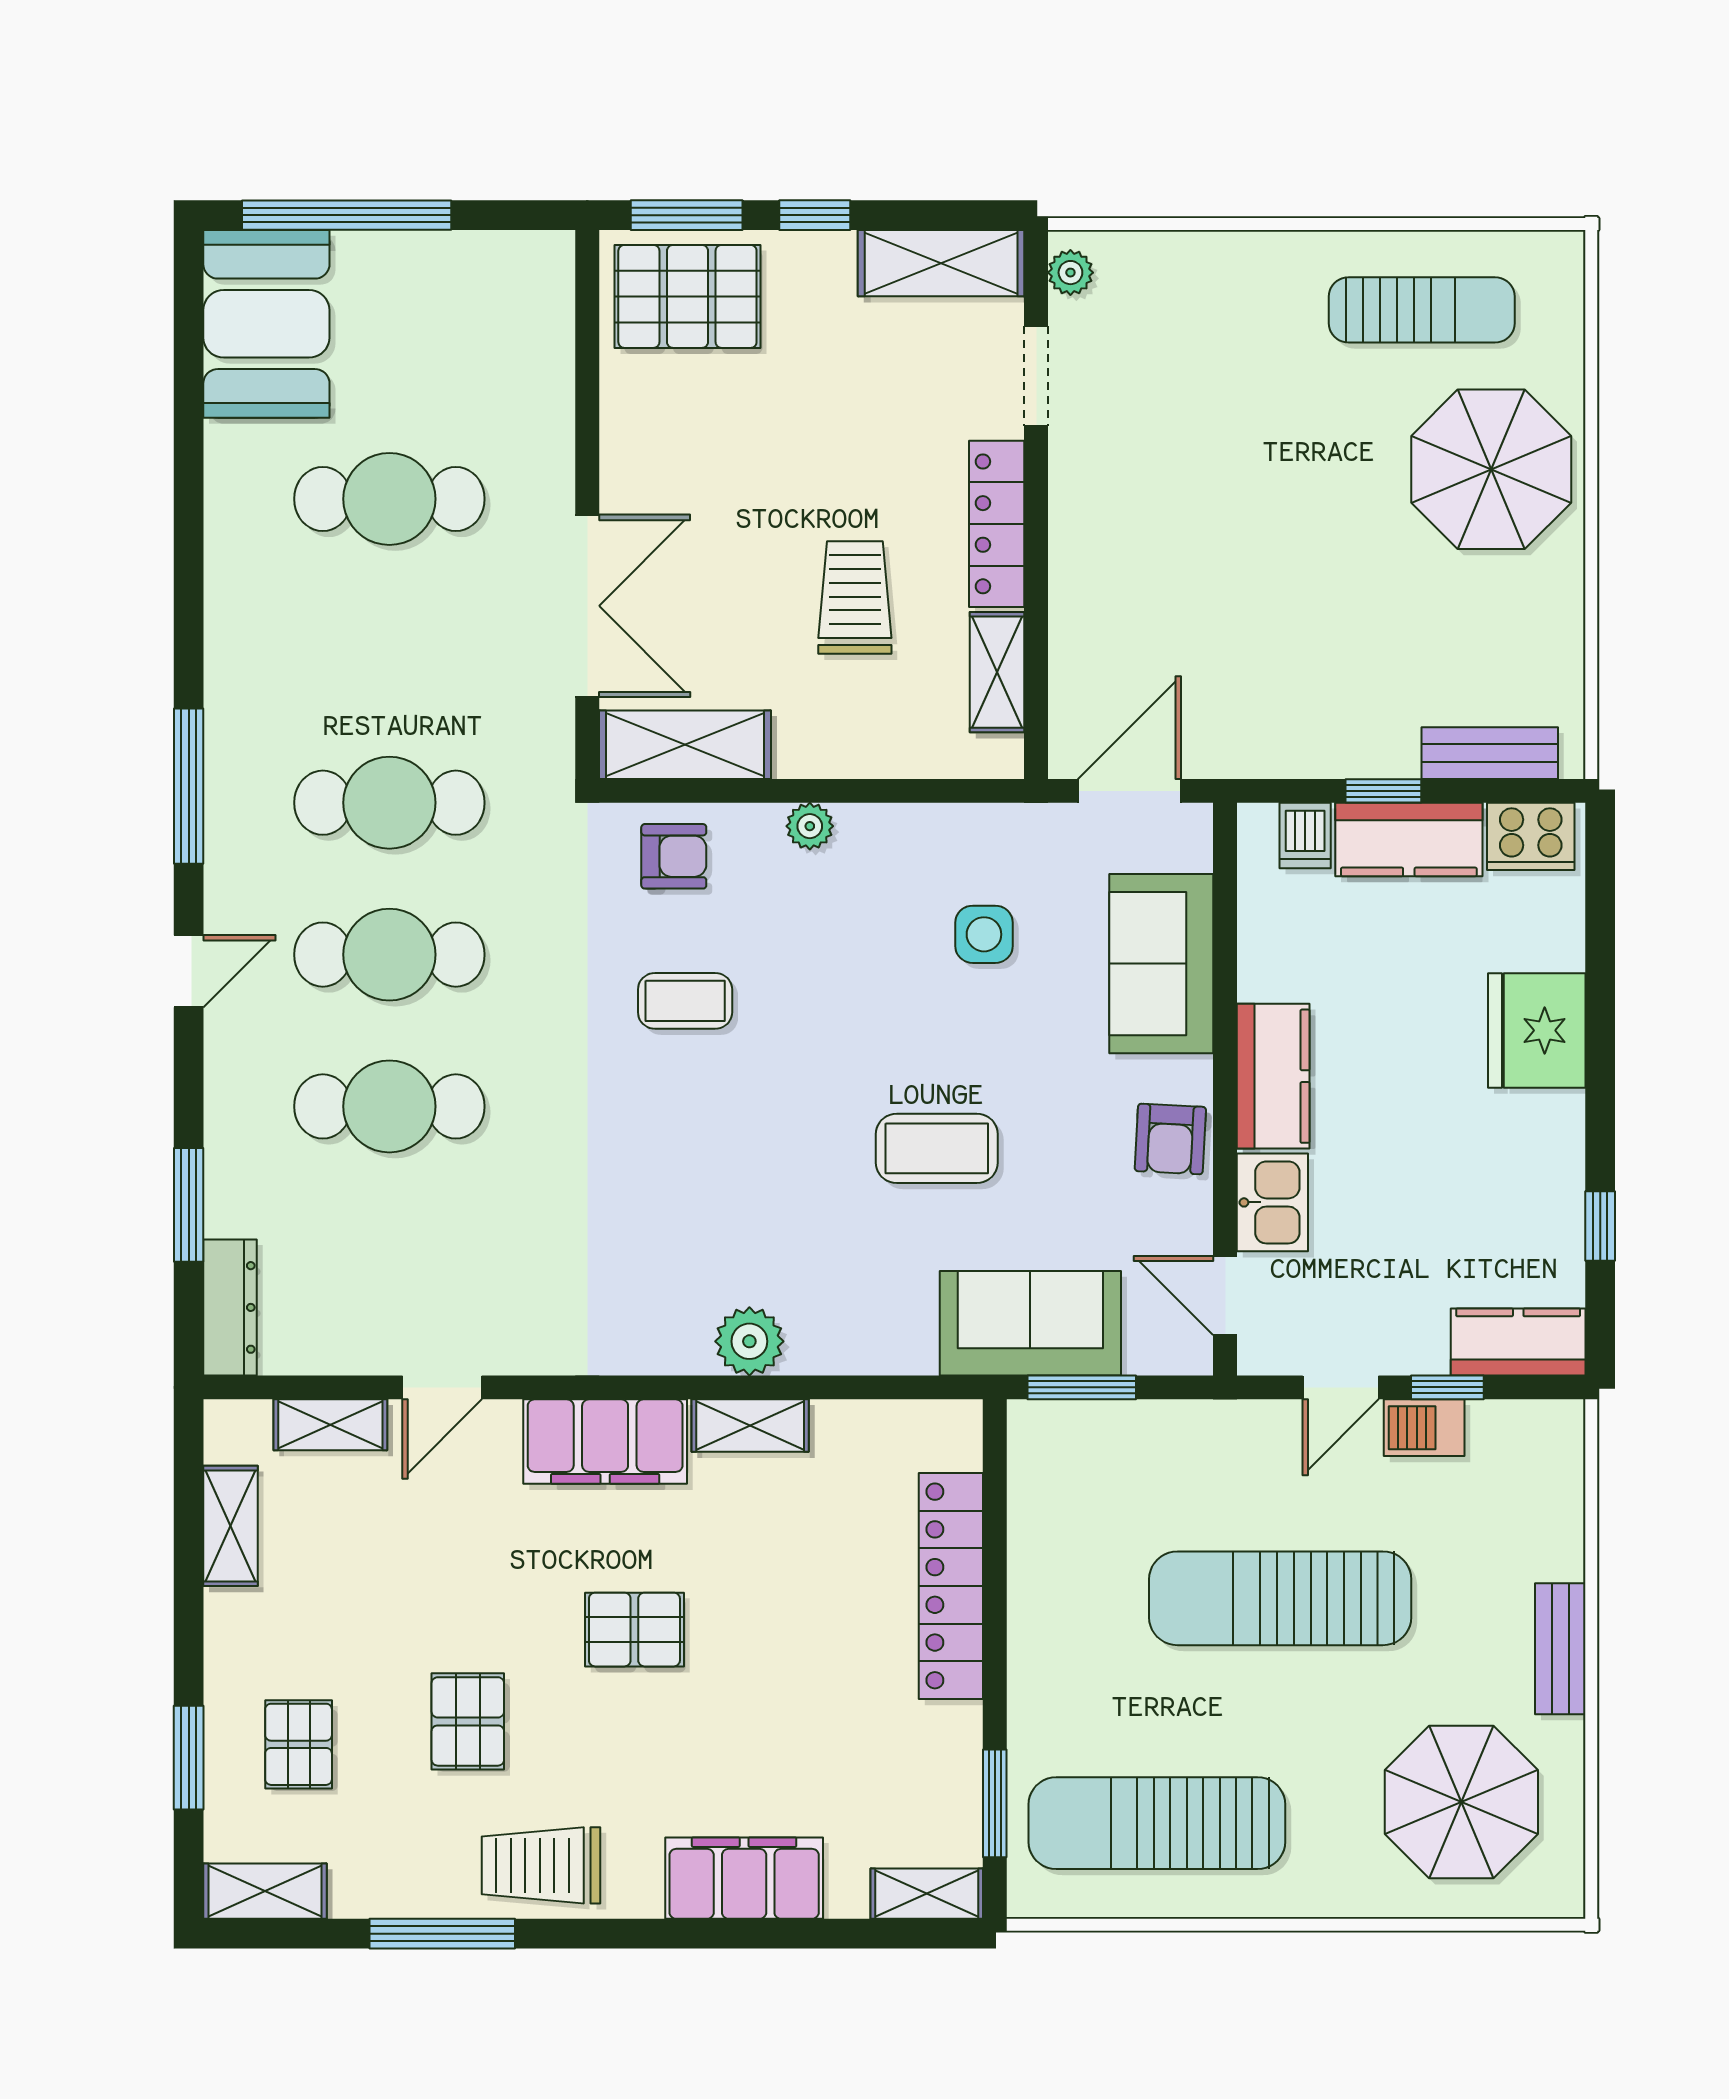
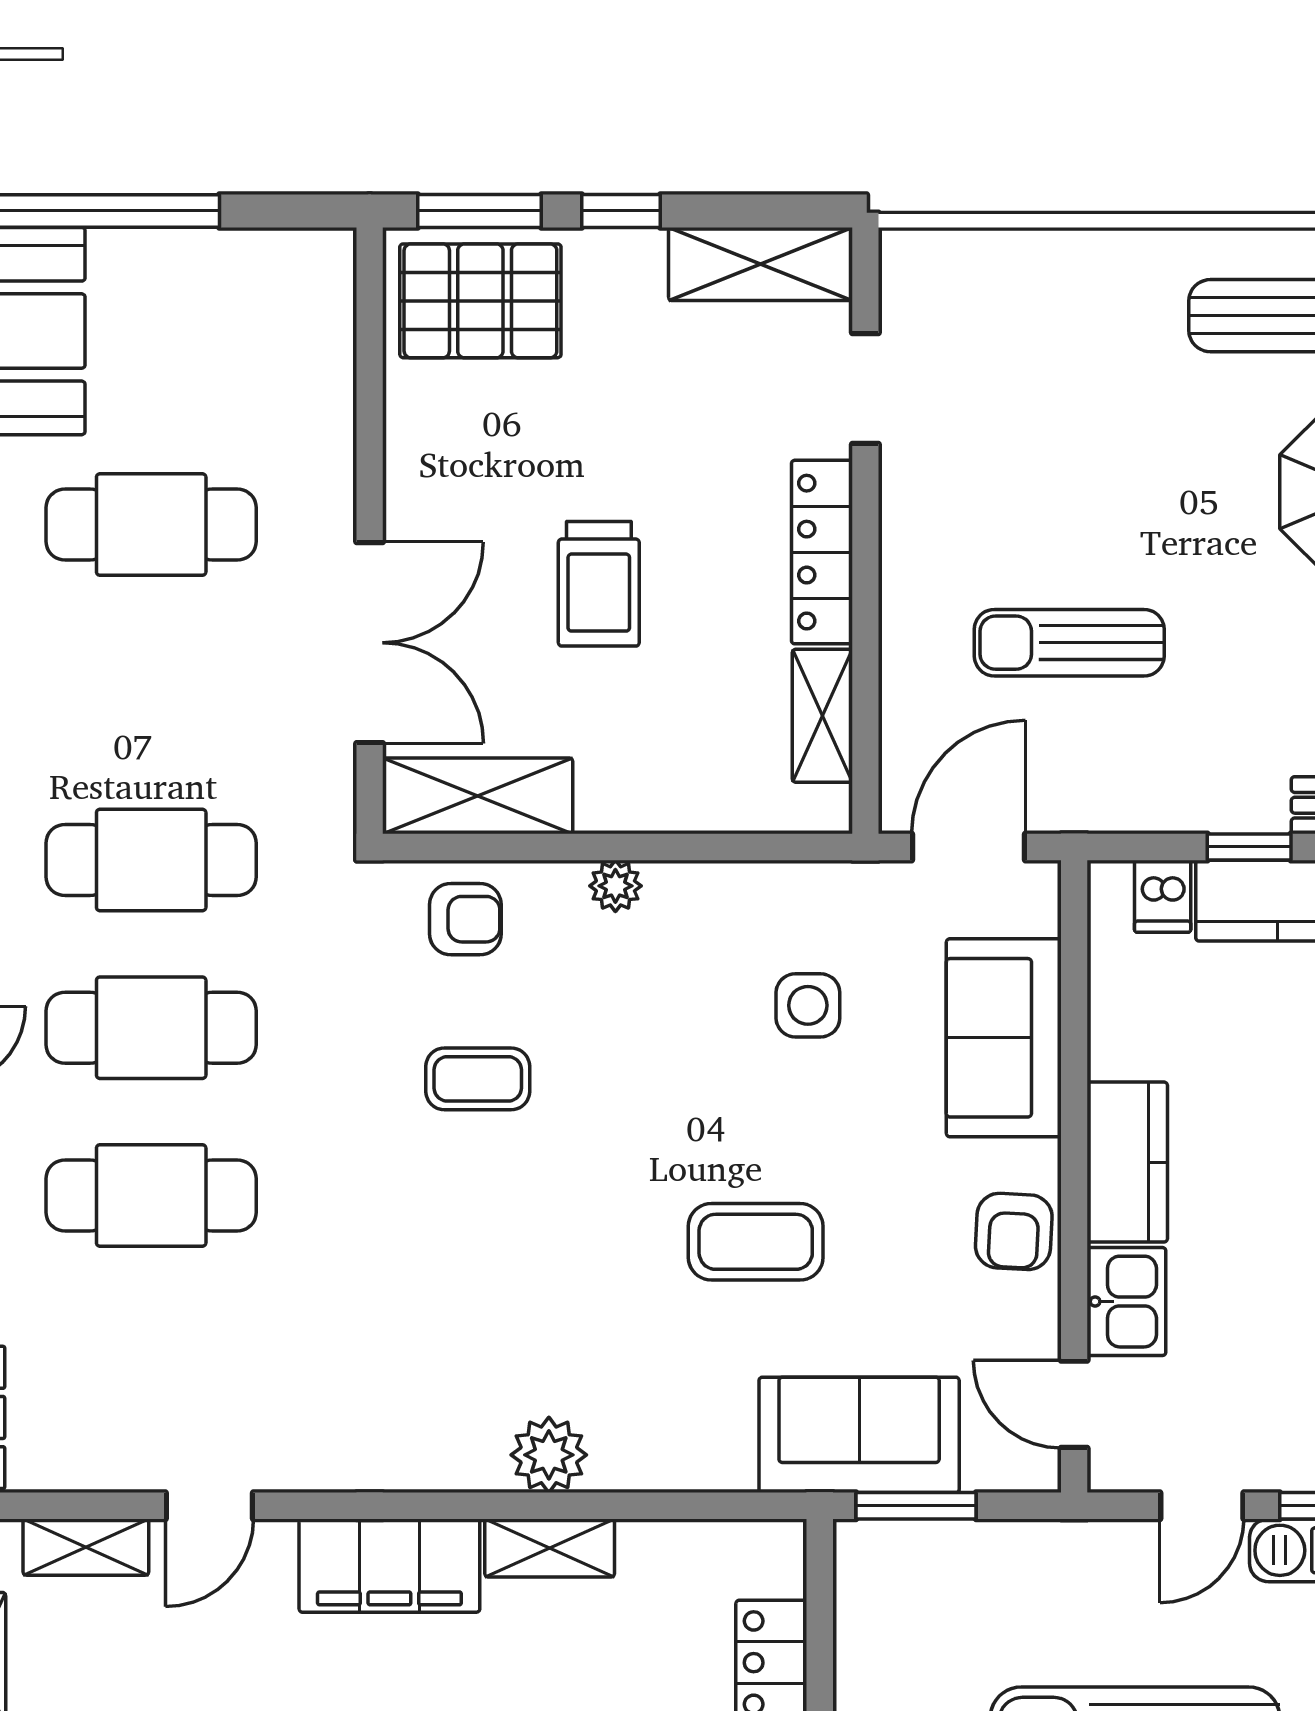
plant: (1070, 273) -> (903, 274), removed
trolley: (855, 598) -> (599, 584), moved, turned 180
sun lounger: (1221, 606) -> (1069, 643), added

